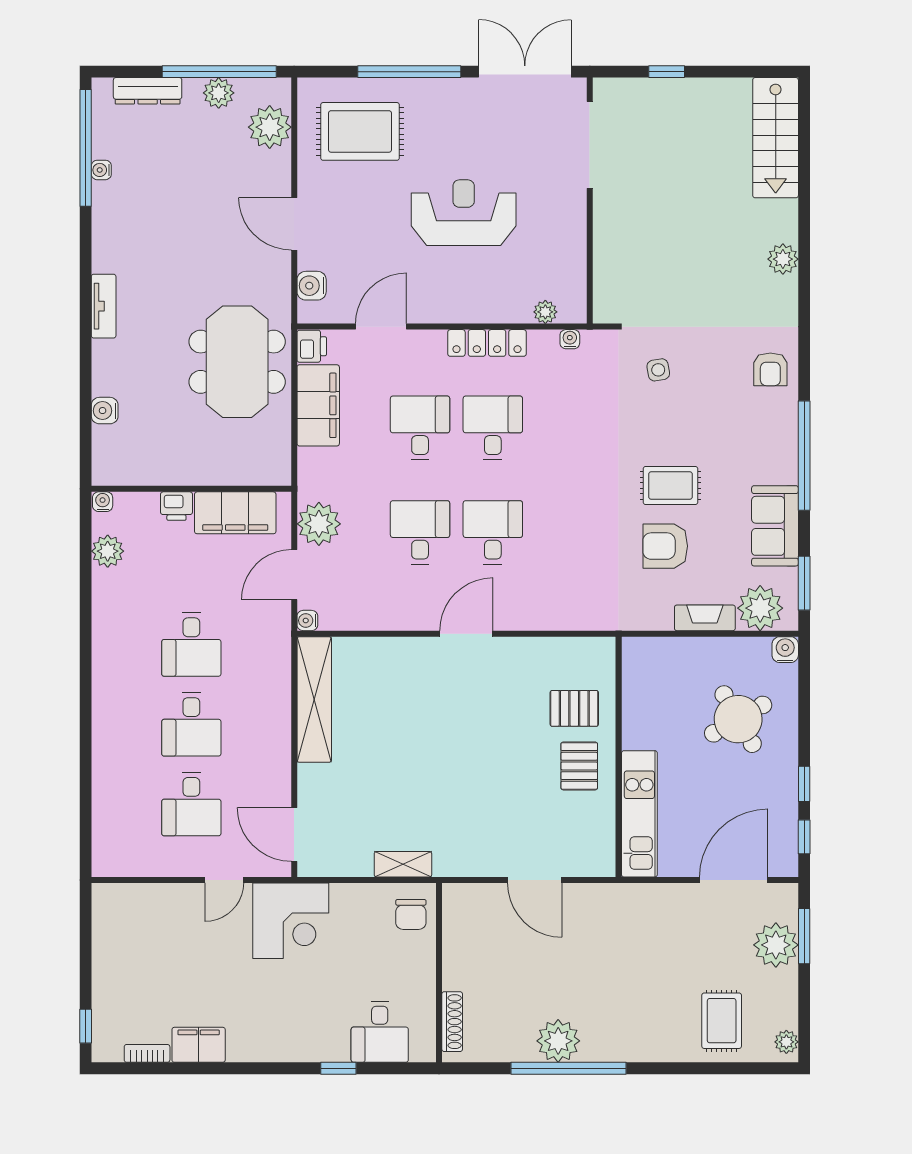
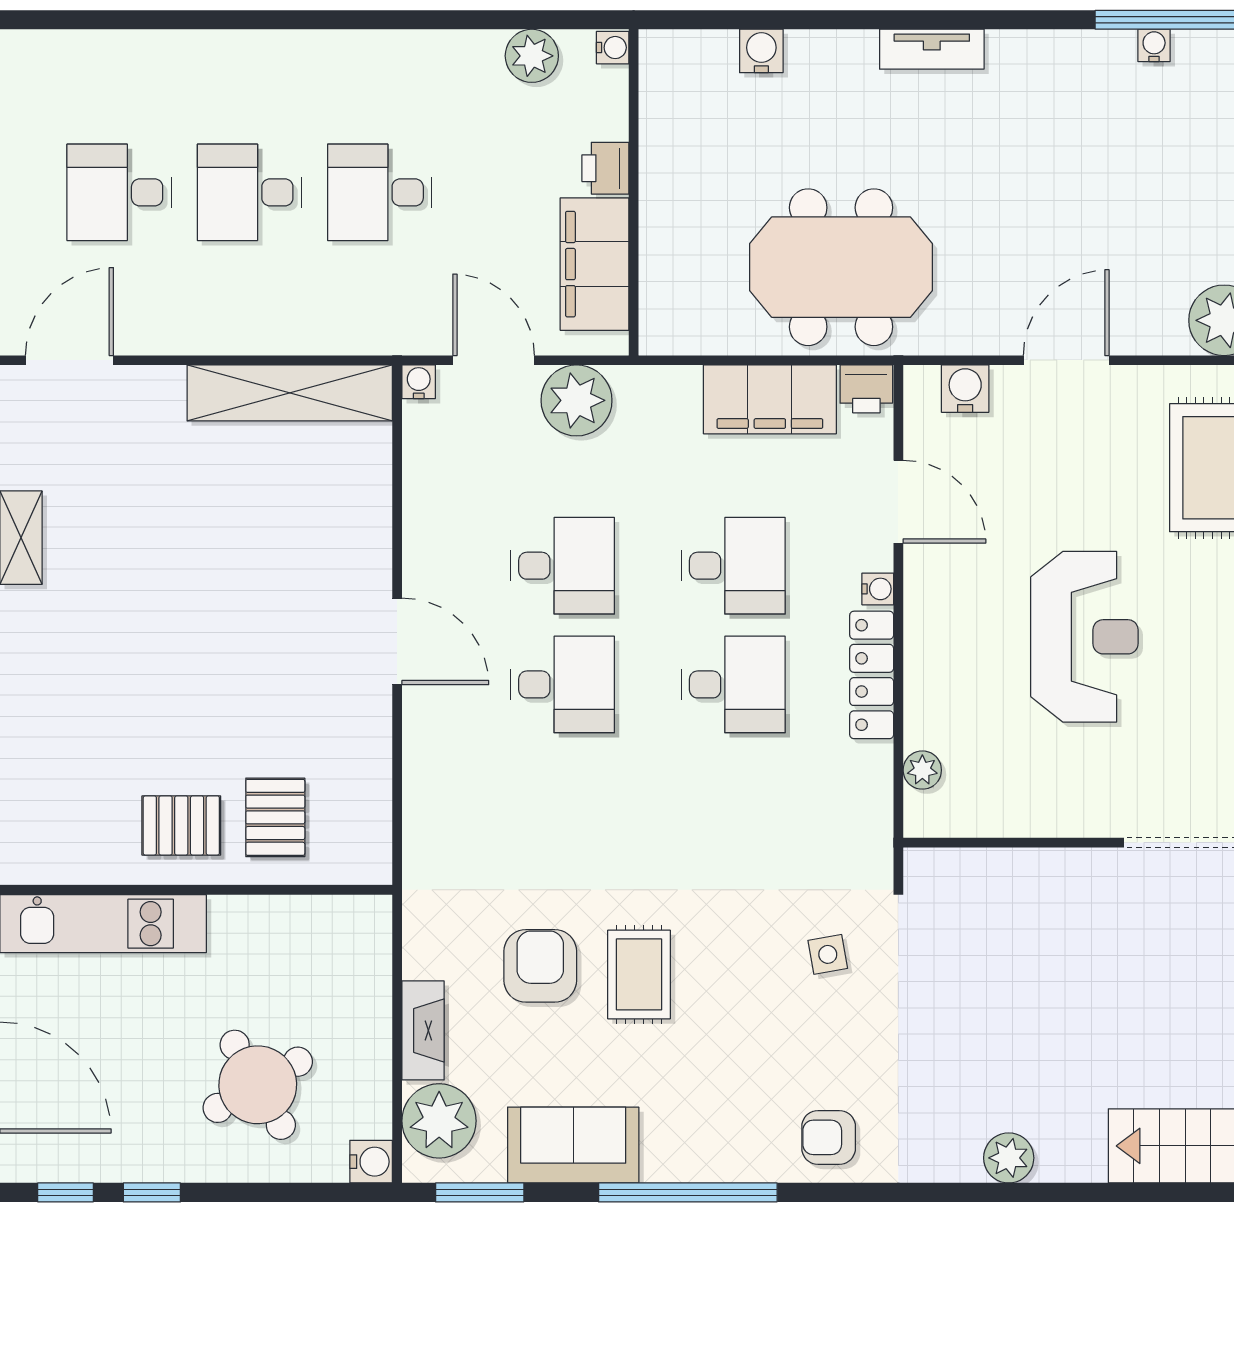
water cooler: (570, 339) -> (878, 589), moved

